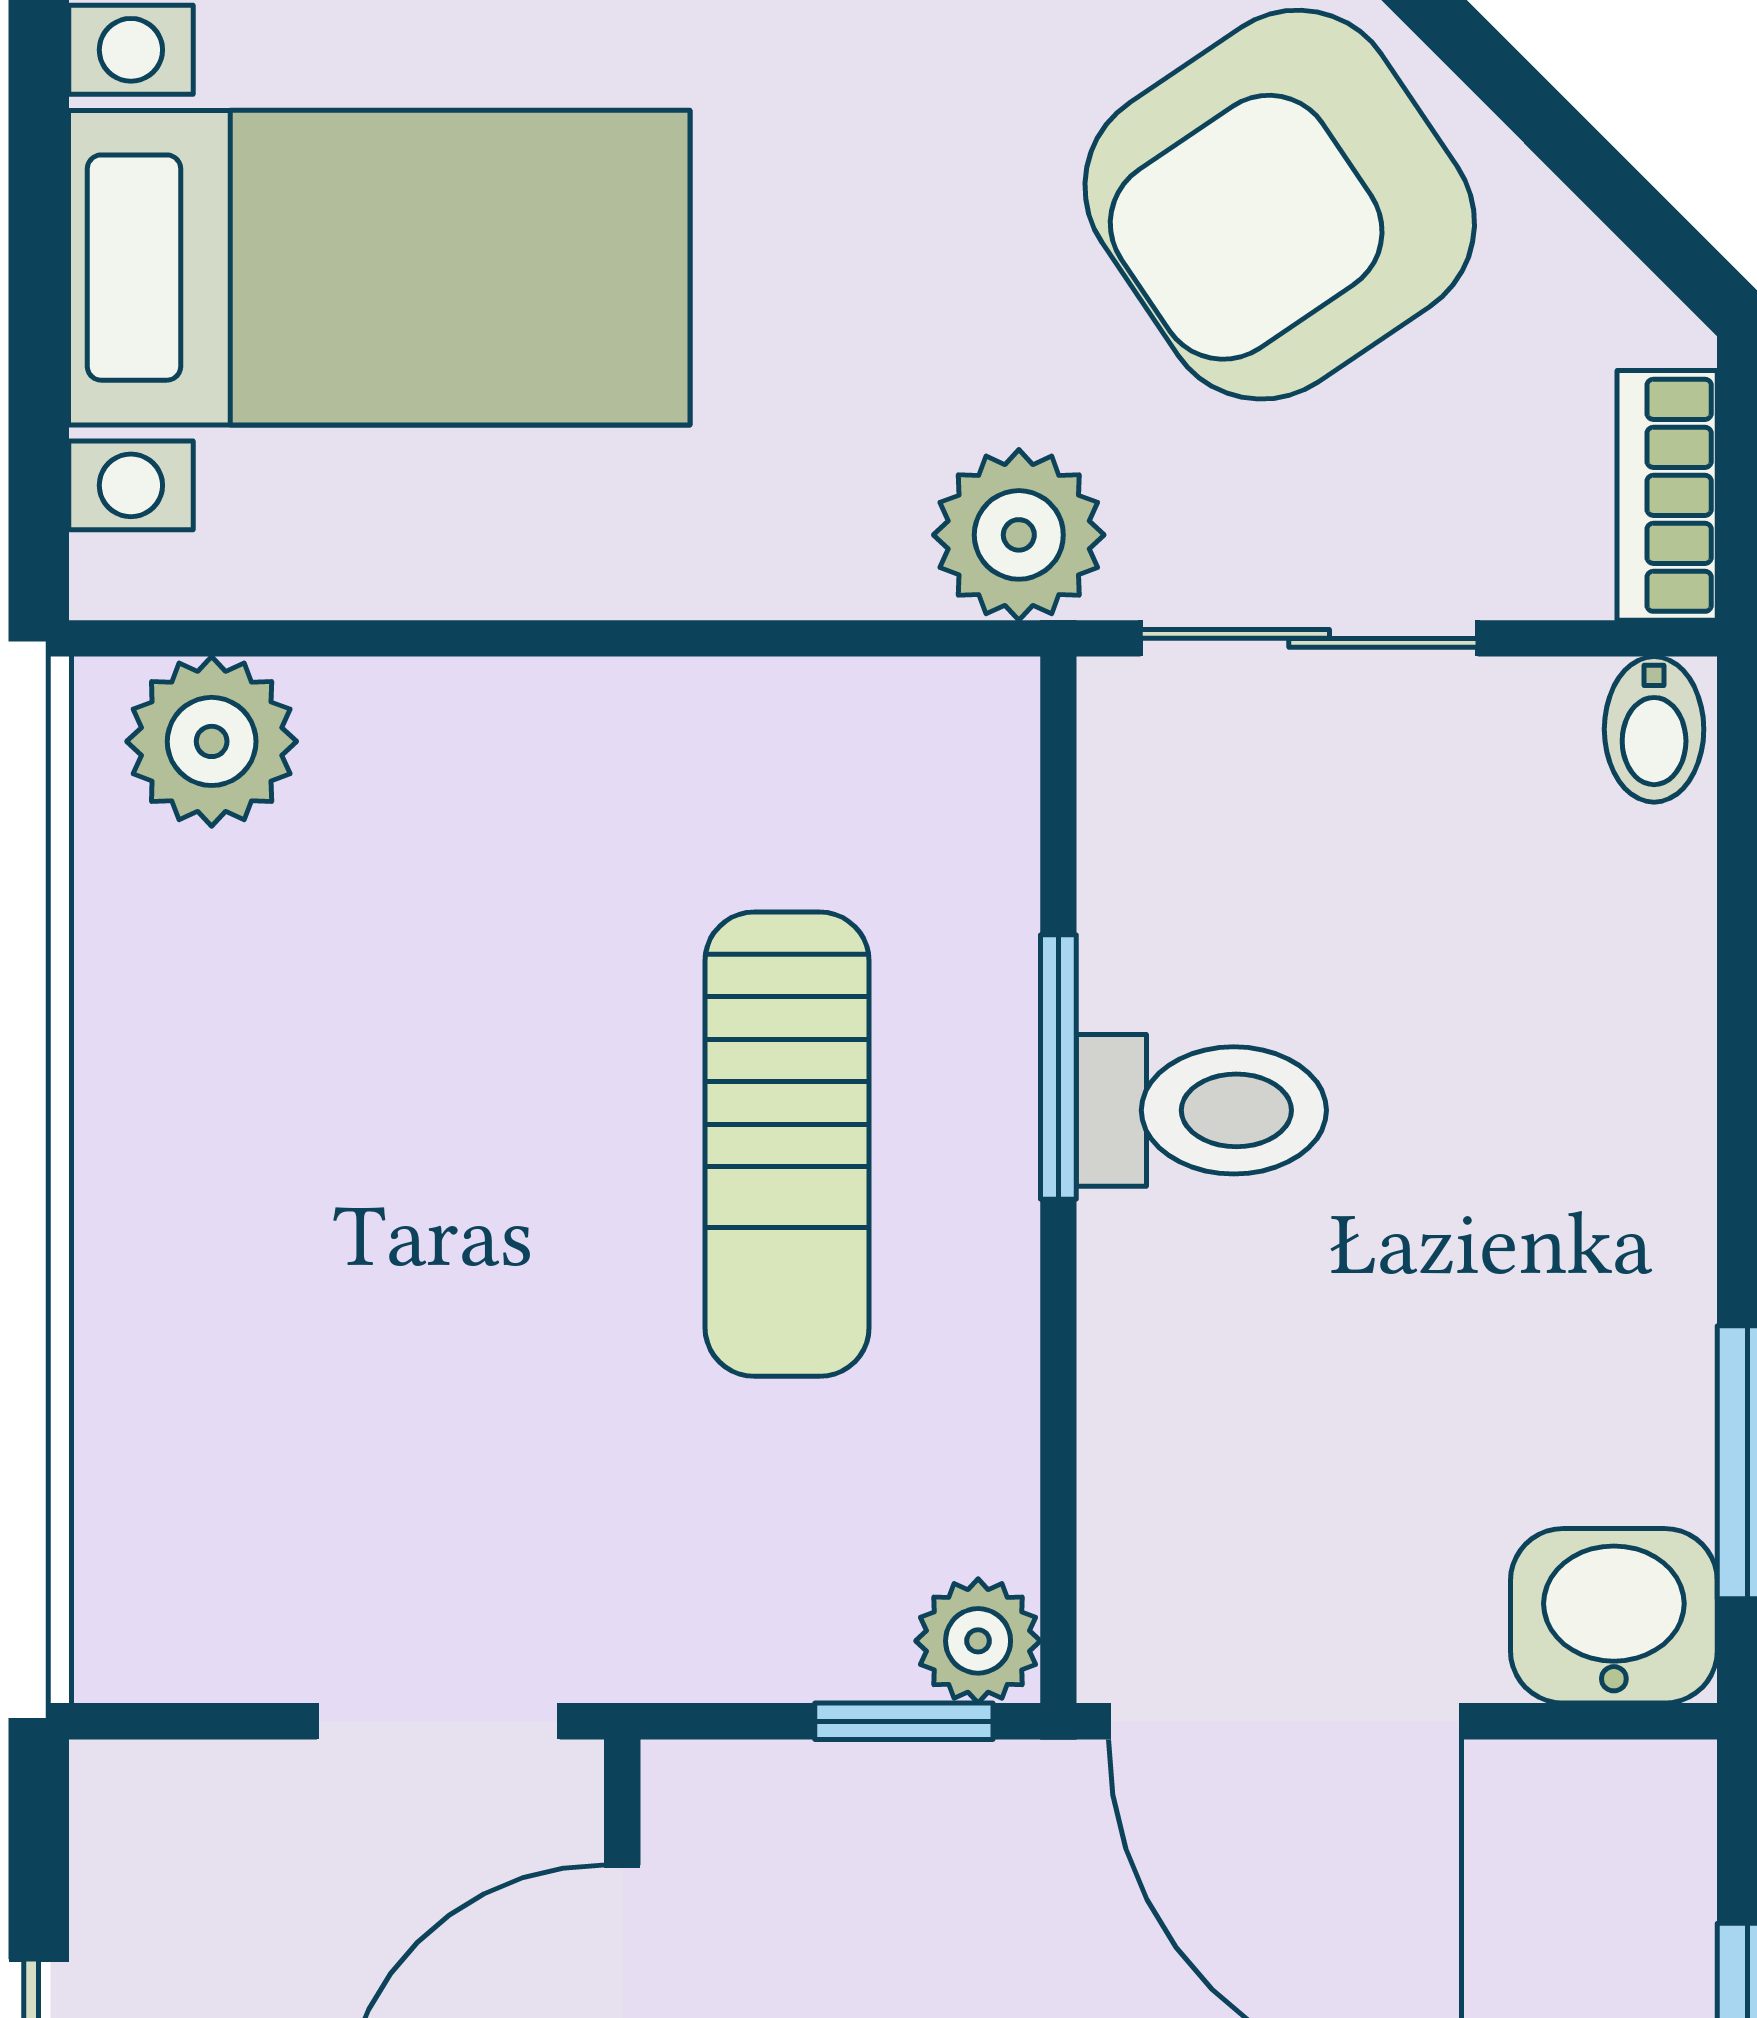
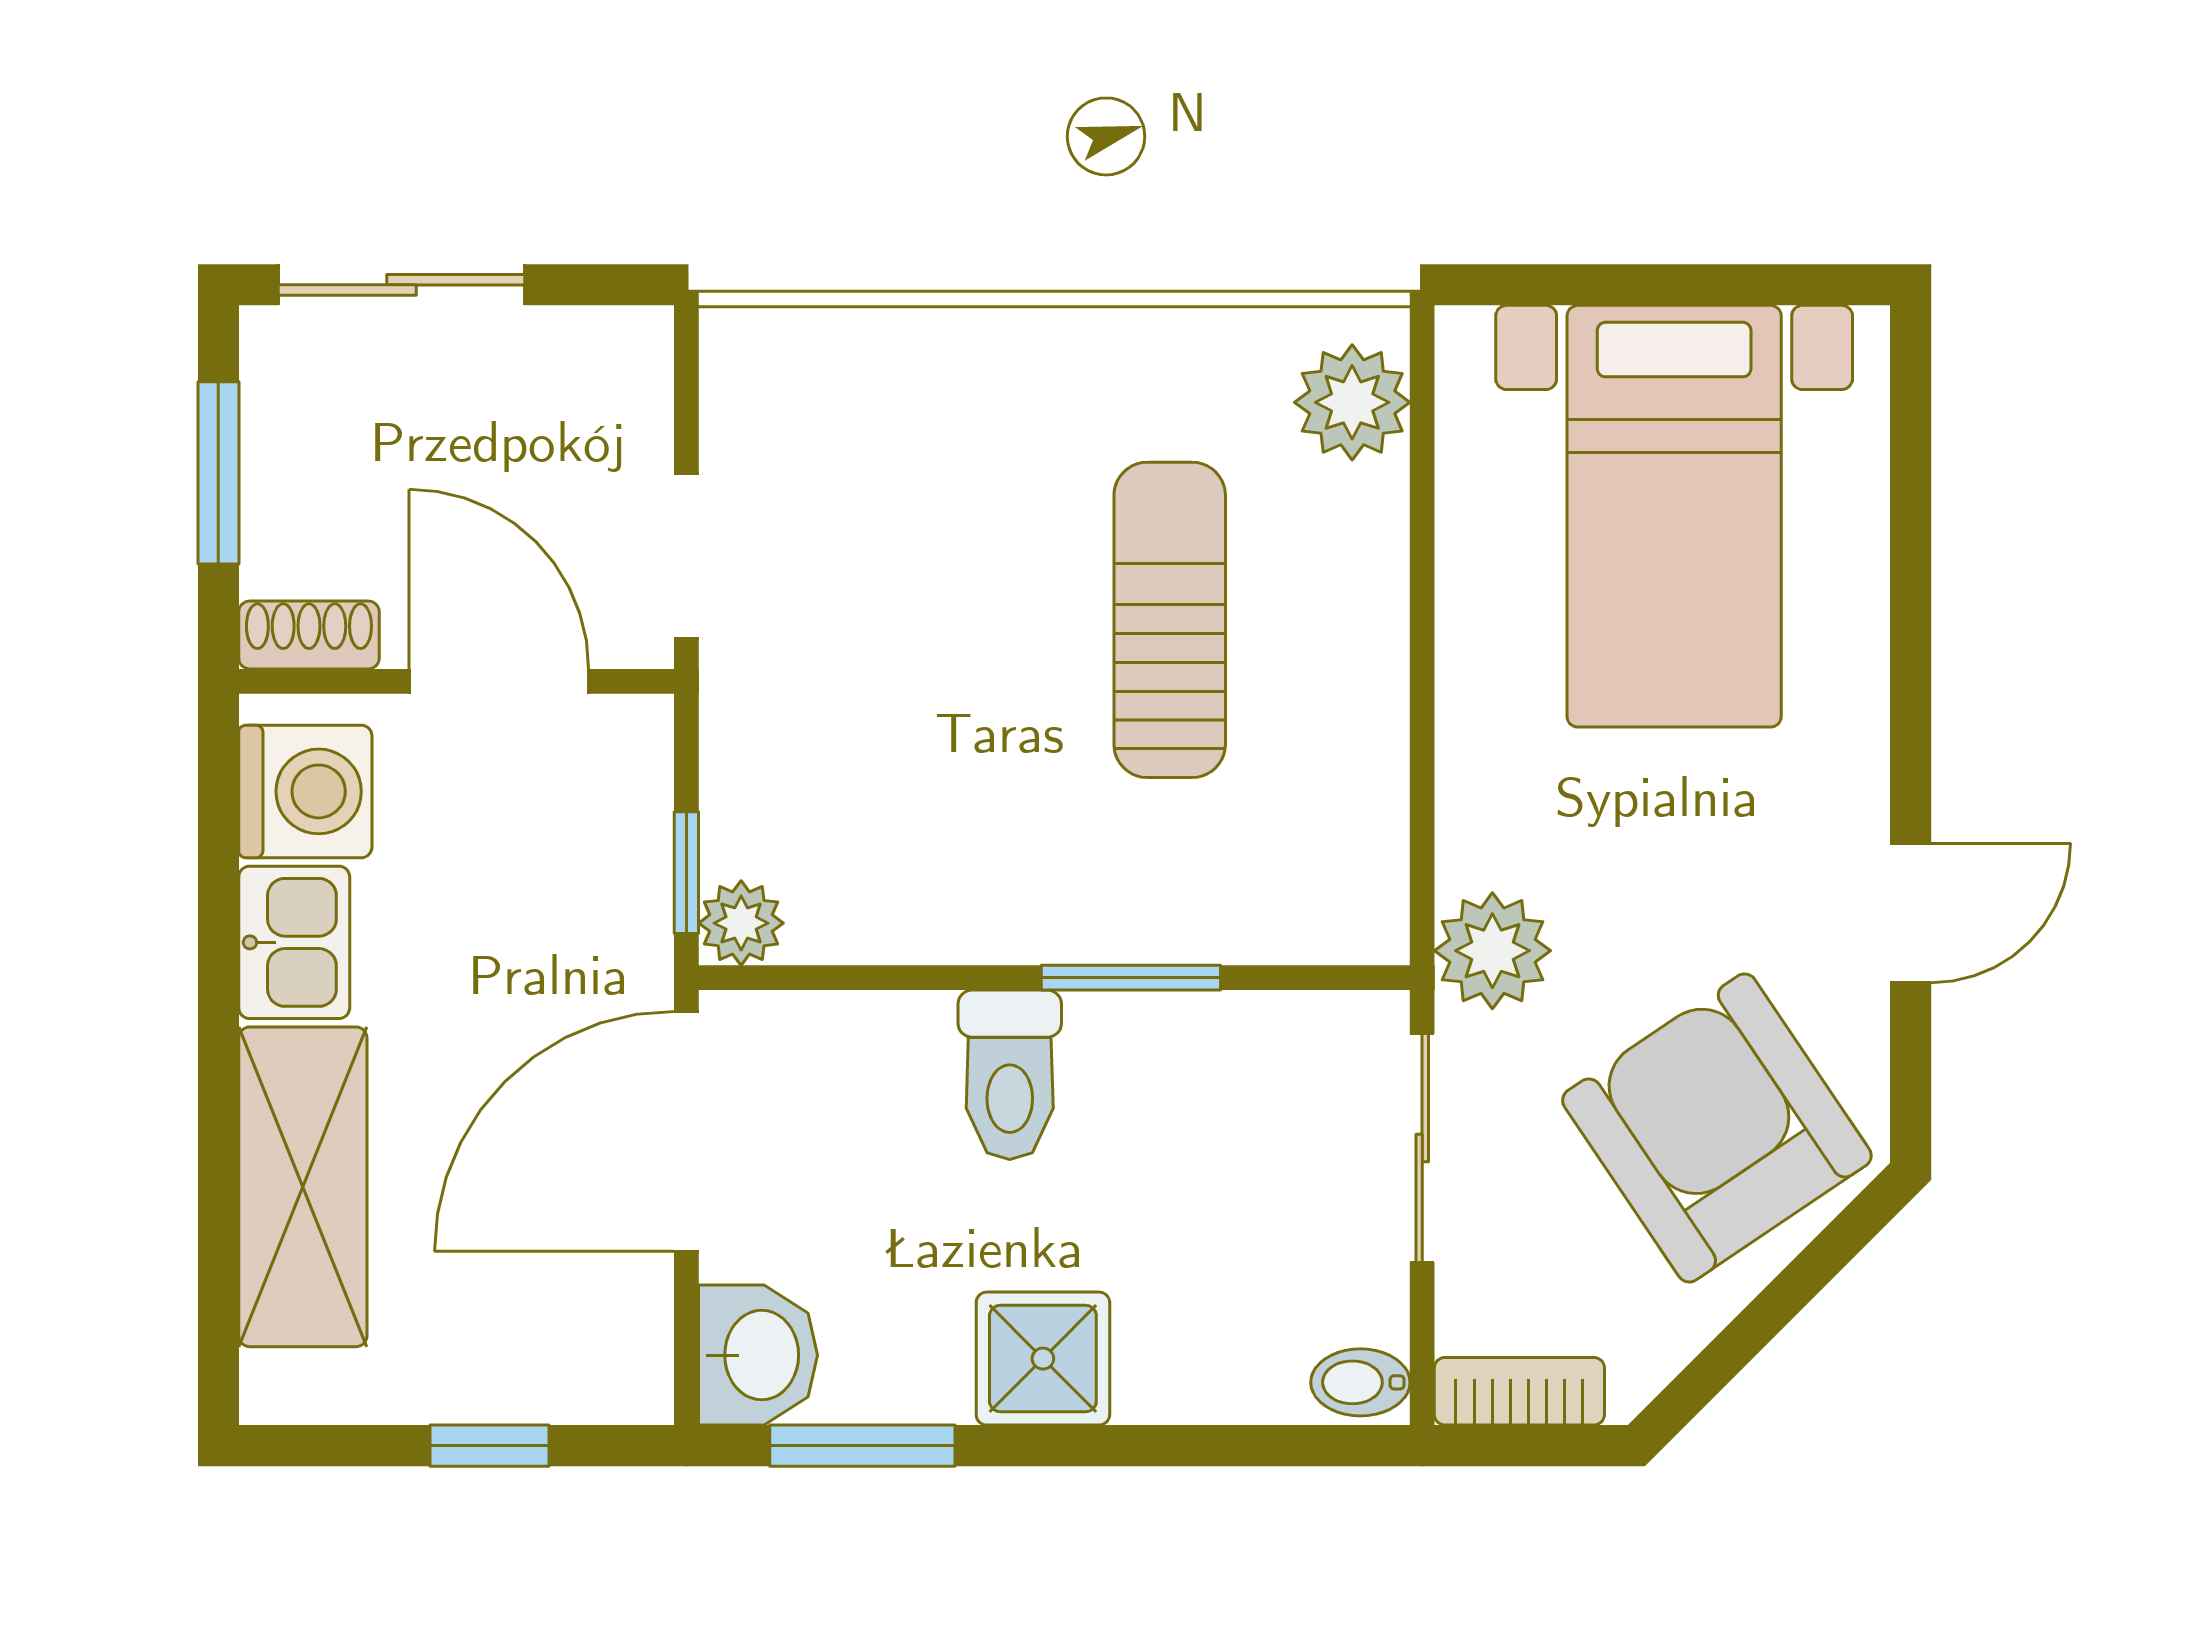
toilet: (1201, 1110) -> (1010, 1075), moved
sun lounger: (787, 1144) -> (1170, 620), moved, turned 90
shower: (1619, 1197) -> (1043, 1359), added

